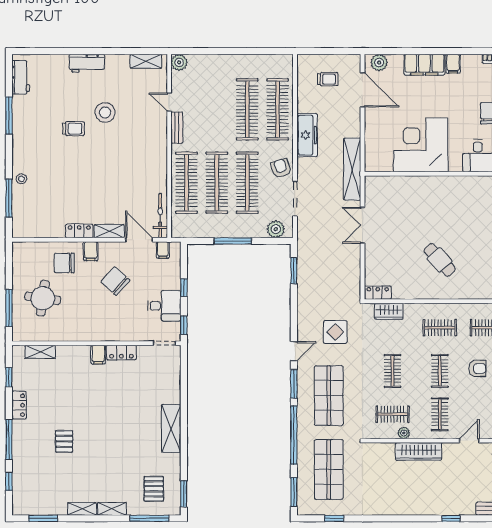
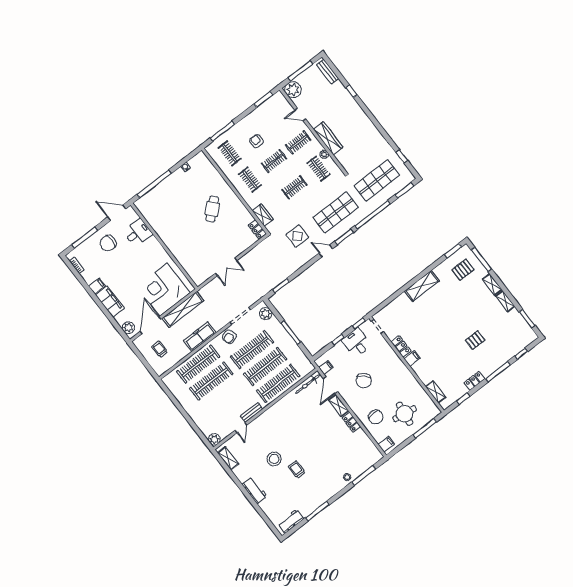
corner desk: (421, 145) -> (163, 290), moved, turned 90
shelving: (352, 169) -> (183, 309), moved
filing cabinet: (91, 251) -> (386, 444), moved

